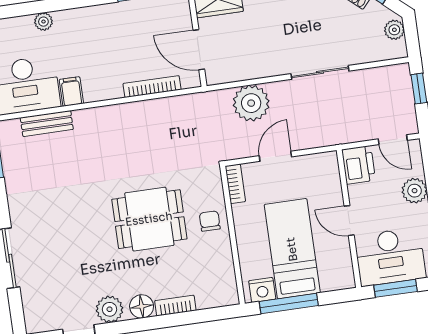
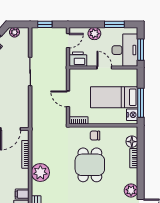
plant: (251, 103) -> (40, 173), moved
door: (349, 221) -> (104, 67), swing flipped
floor lamp: (142, 306) -> (132, 142), moved

